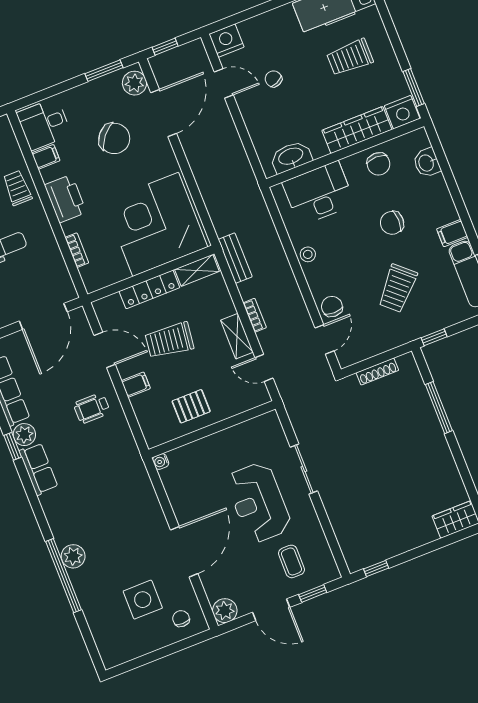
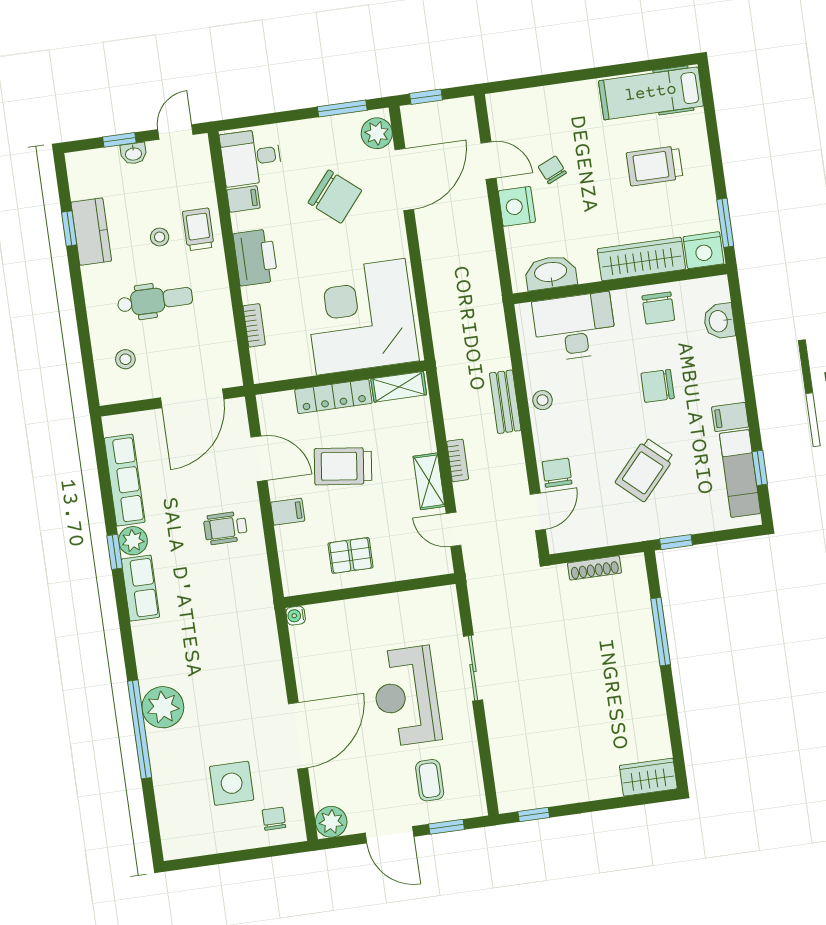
nightstand: (226, 41) -> (517, 206), moved, turned -90
bench: (235, 258) -> (505, 402), moved
plant: (73, 556) -> (163, 707), width x1.36, depth x1.36

